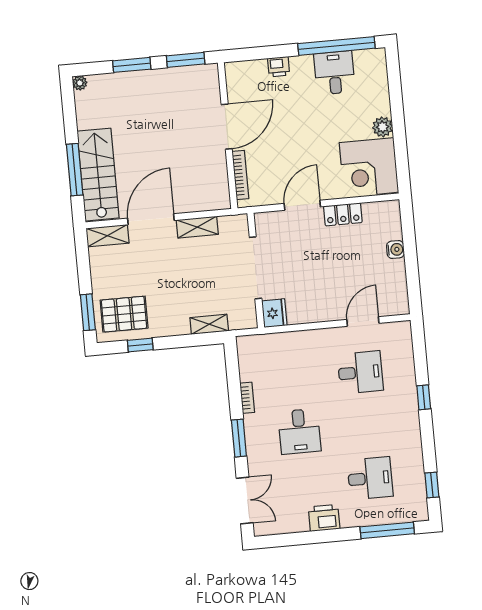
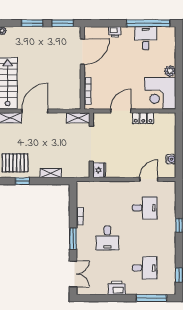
door: (227, 127) -> (82, 52), moved
shelving: (197, 227) -> (78, 118), moved
water cooler: (395, 250) -> (171, 159), moved
shelving: (209, 324) -> (51, 173), moved

